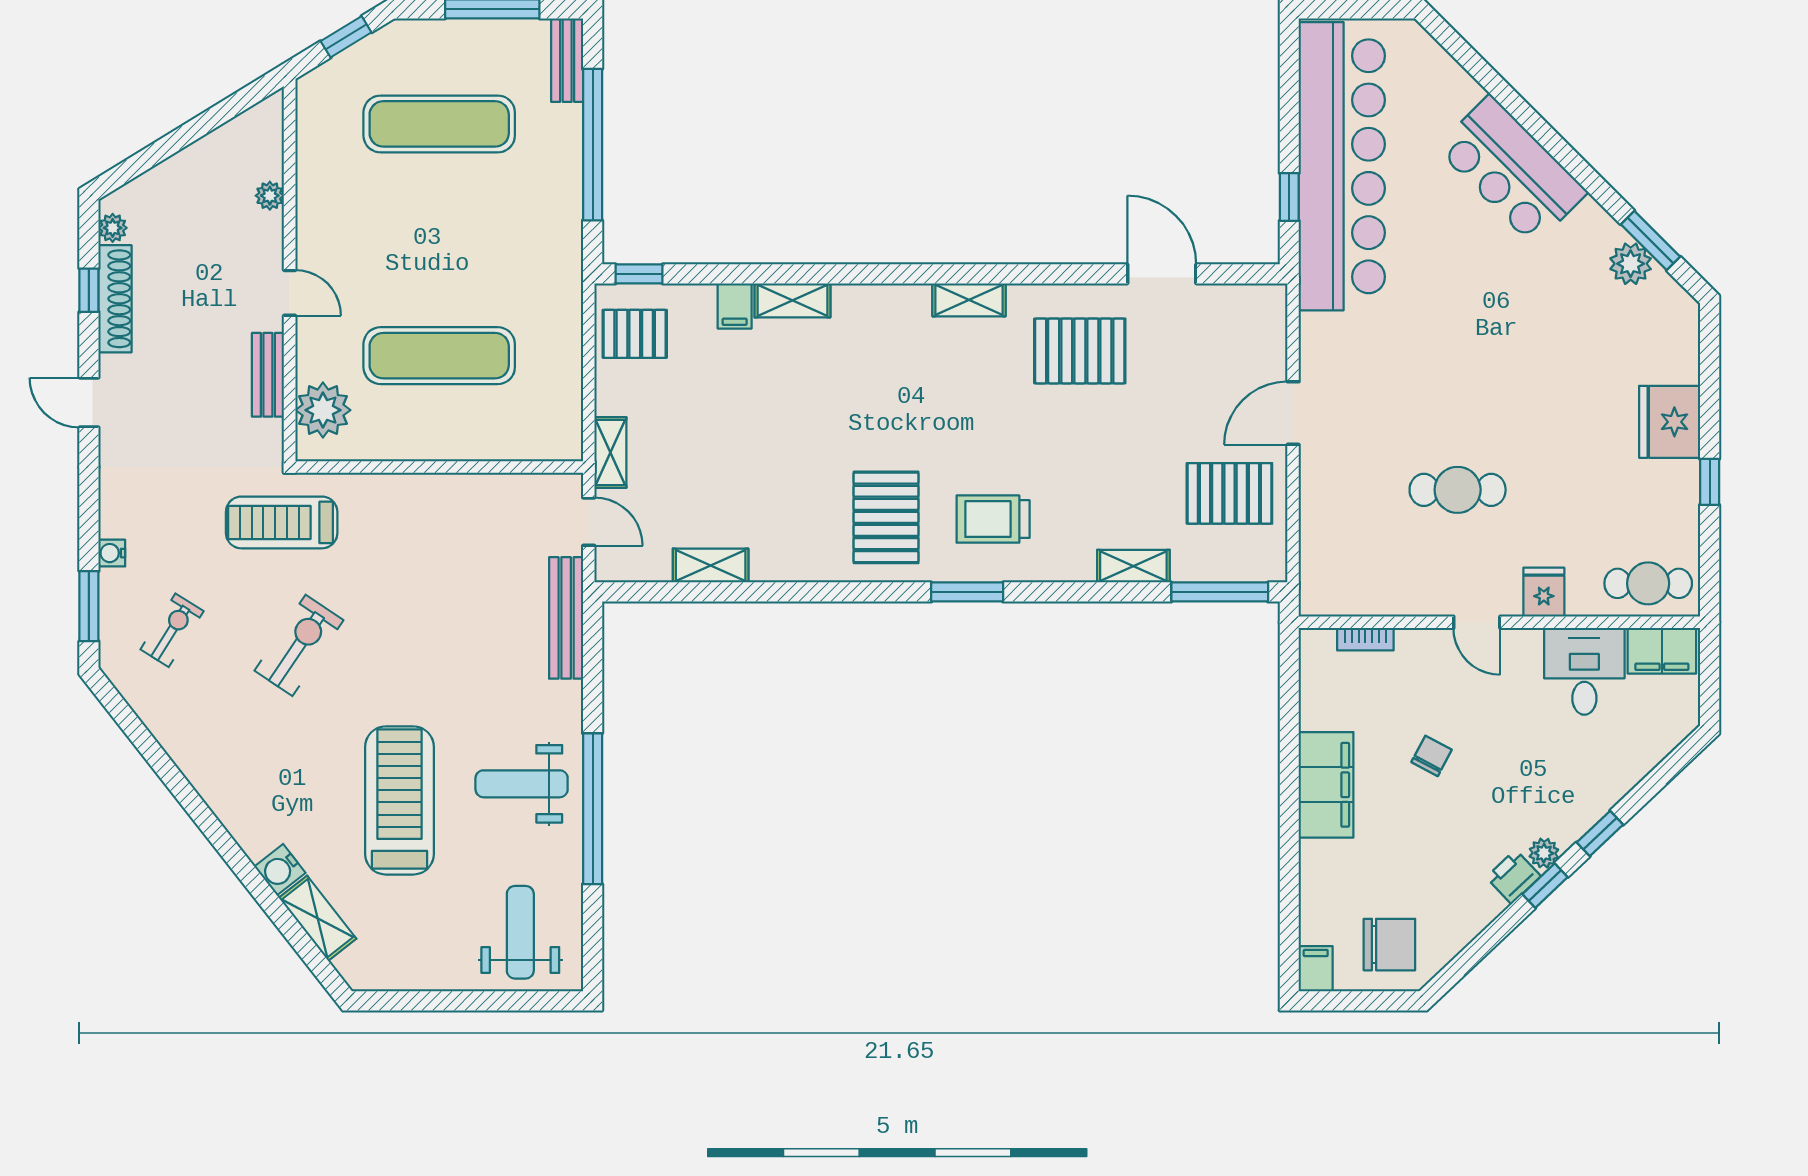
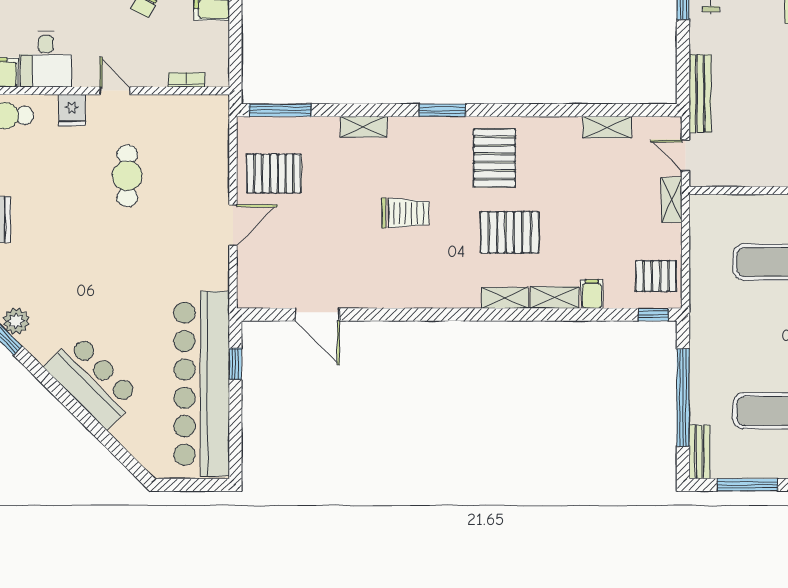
shelving: (969, 300) -> (505, 298), moved
pallet: (1080, 351) -> (510, 232), moved
cafe table: (1458, 490) -> (127, 176), turned 90
trolley: (993, 519) -> (405, 213), moved
shelving: (1133, 566) -> (364, 127), moved

